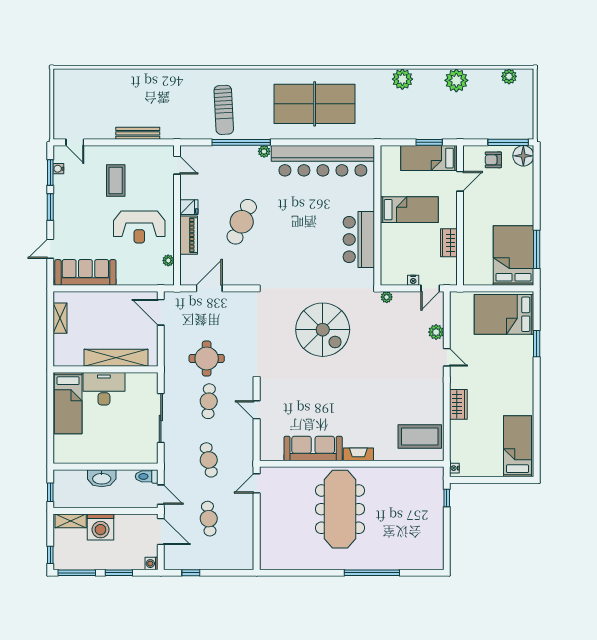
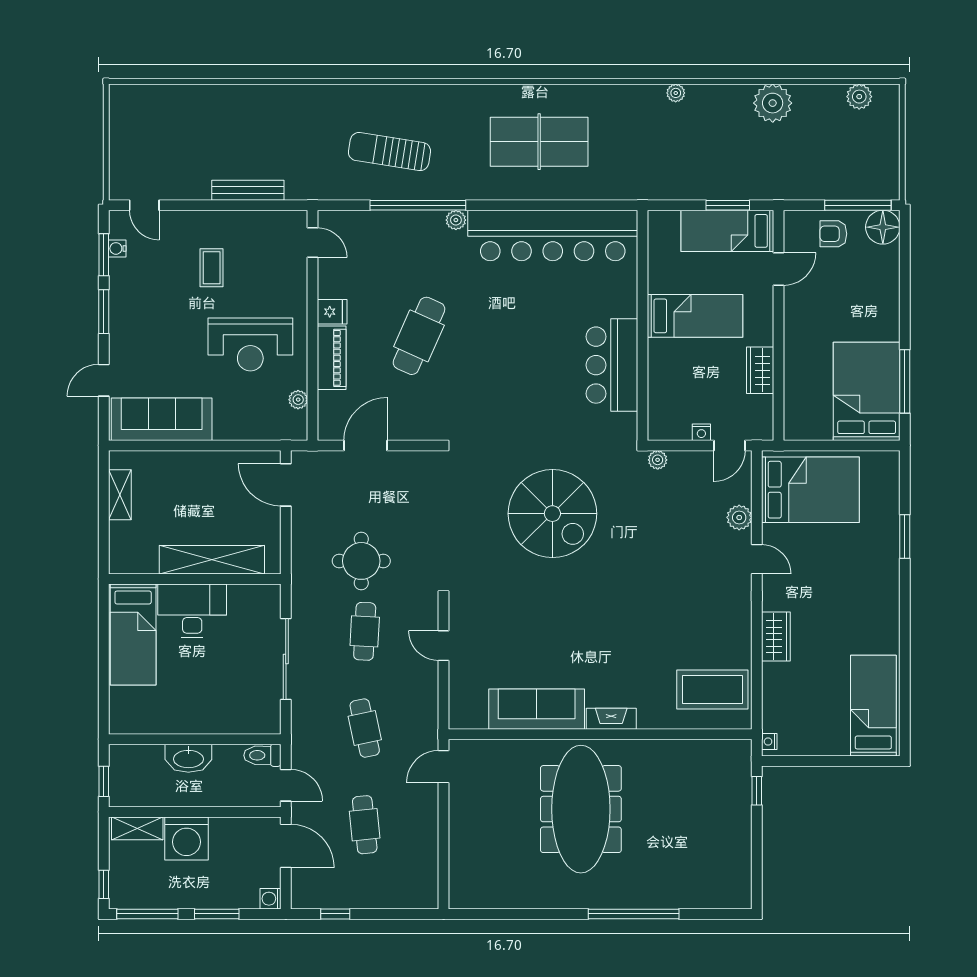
plant: (402, 79) -> (676, 93), width x0.53, depth x0.53
table tennis table: (315, 104) -> (539, 142), width x0.73, depth x0.76
sun lounger: (224, 110) -> (389, 152), turned 102
coffee table: (116, 180) -> (212, 268), width x0.73, depth x0.77
bed: (504, 314) -> (810, 490), moved, turned 180

